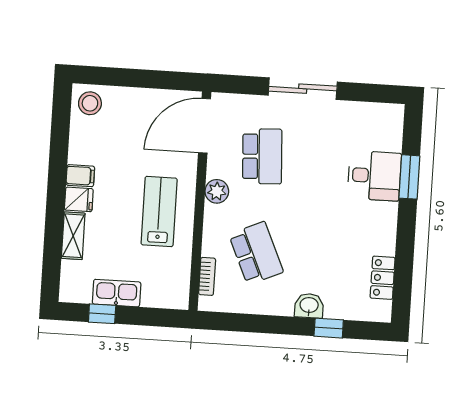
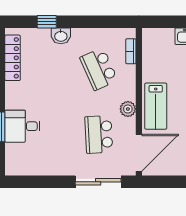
sliding door: (303, 89) -> (98, 182), moved
lab bench: (159, 211) -> (156, 106), moved
locker: (383, 278) -> (13, 58), width x1.53

